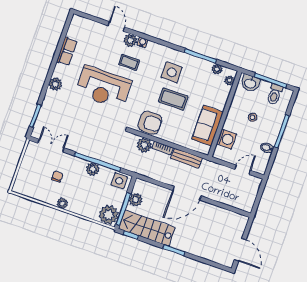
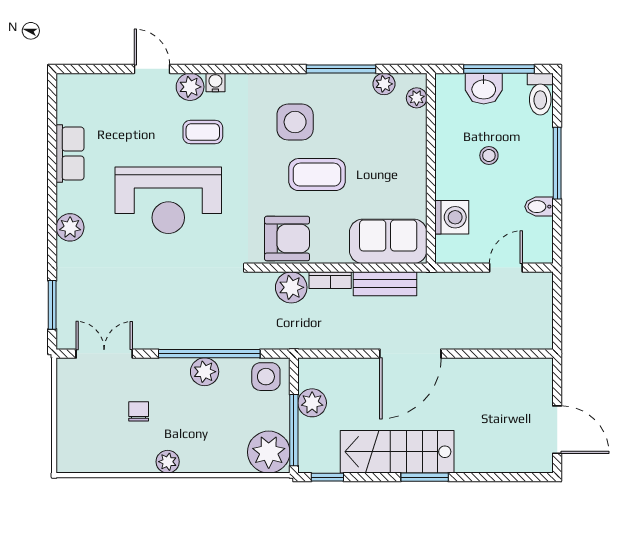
washbasin: (250, 83) -> (484, 89), moved
toilet: (275, 94) -> (540, 94), moved
sofa: (208, 126) -> (388, 241), moved, turned 90
stairs: (147, 228) -> (397, 452), moved

